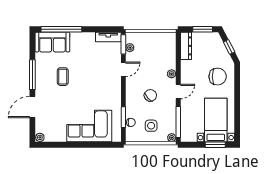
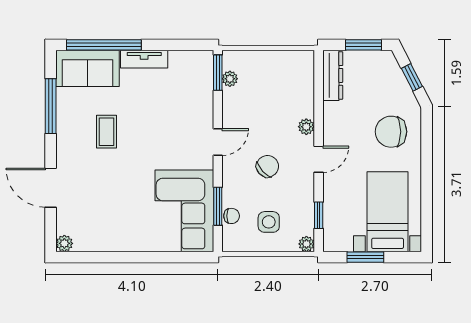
tv unit: (108, 37) -> (144, 59), moved
door: (123, 69) -> (218, 142), moved
window: (32, 75) -> (51, 106), moved
chair: (218, 77) -> (391, 132), turned 180
door: (32, 107) -> (51, 188), hinge flipped
window: (178, 122) -> (319, 215), width x0.46
corner sofa: (89, 126) -> (184, 211), moved, turned -90
window: (215, 145) -> (365, 257), moved

